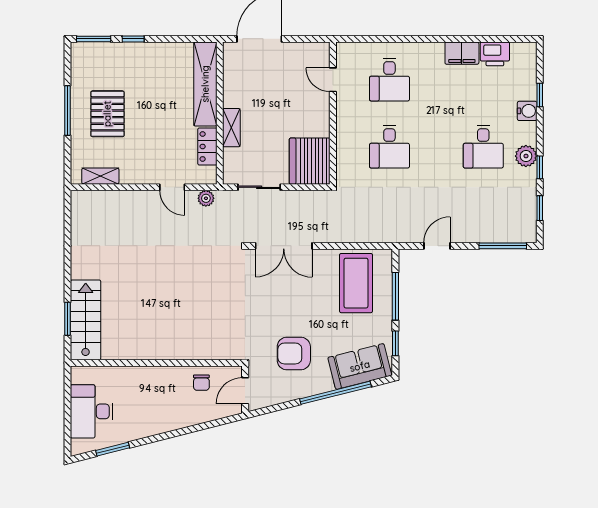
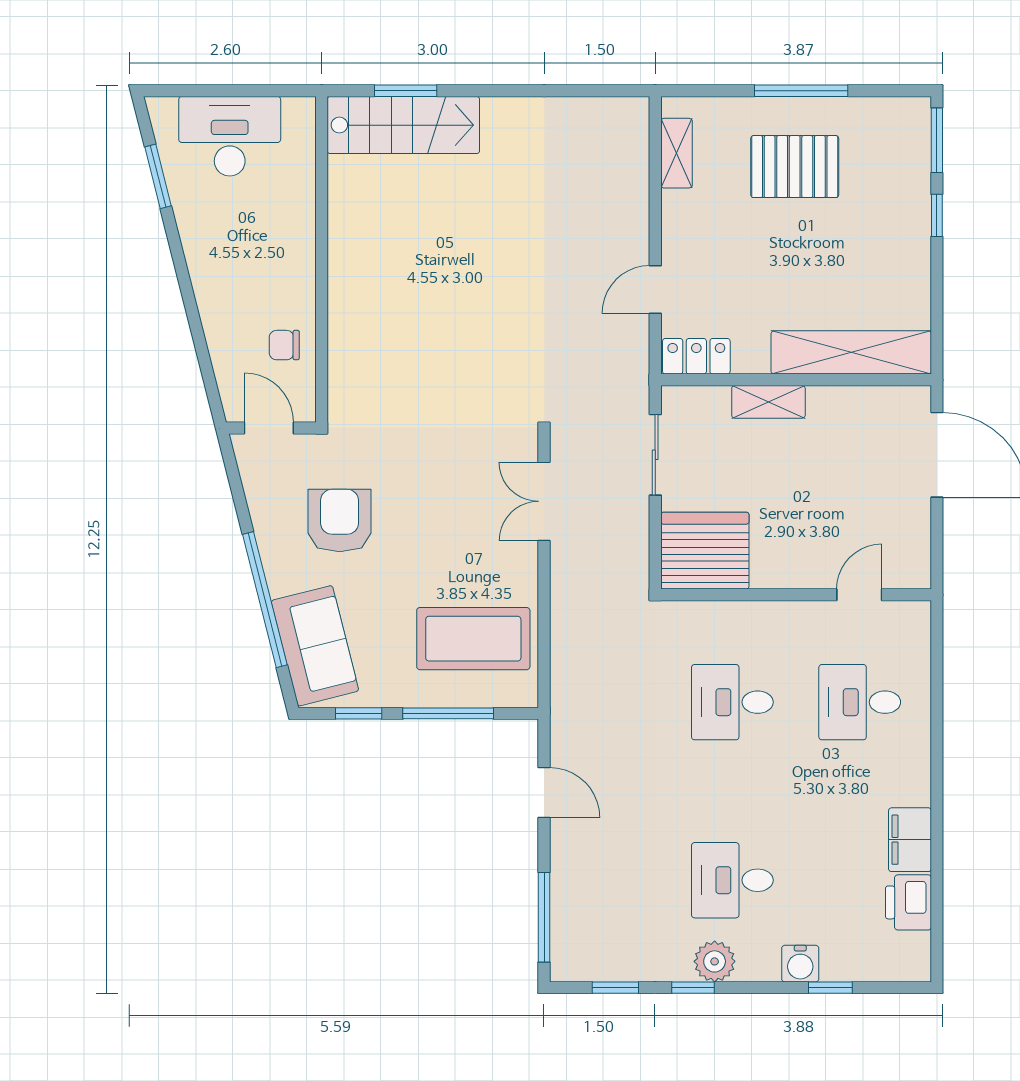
locker: (207, 146) -> (696, 356), moved
plant: (206, 198) -> (634, 354), removed
double door: (284, 246) -> (544, 501), width x0.73

